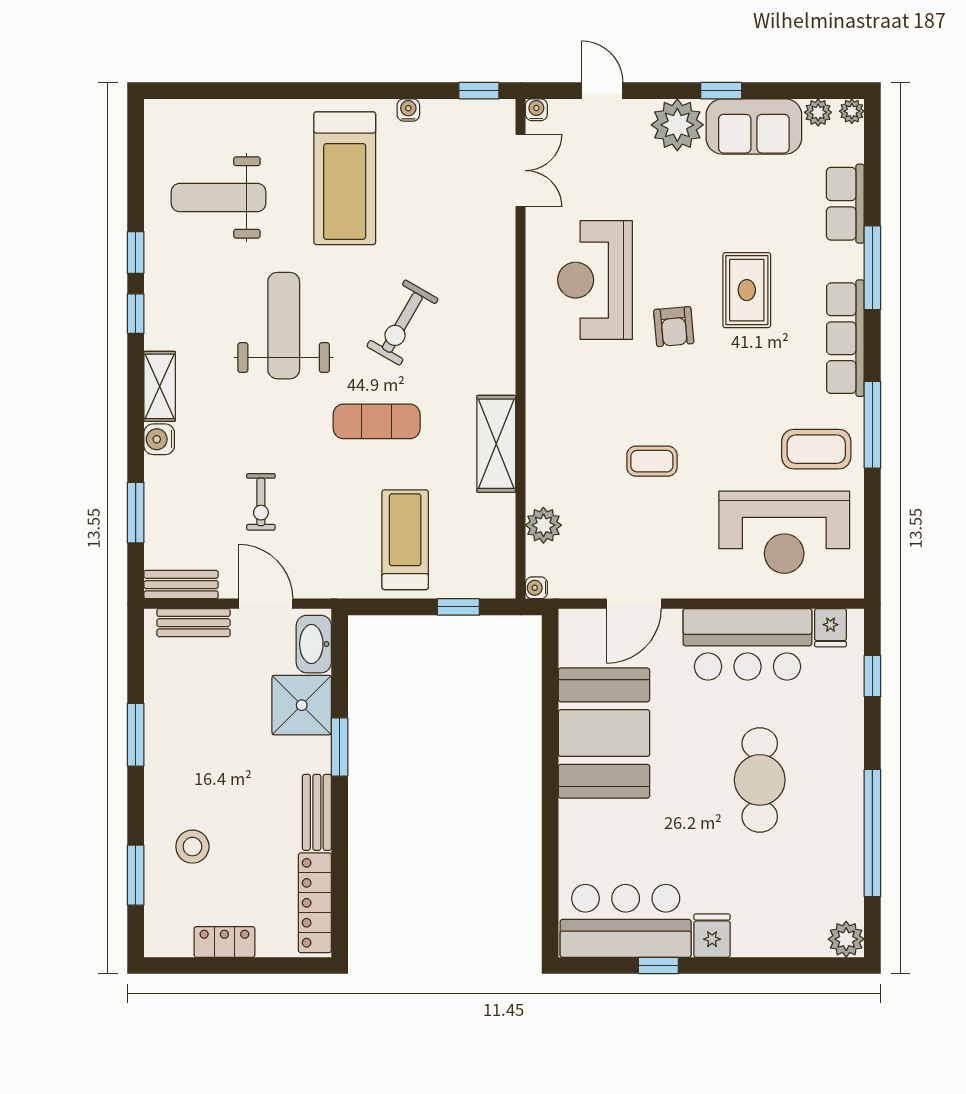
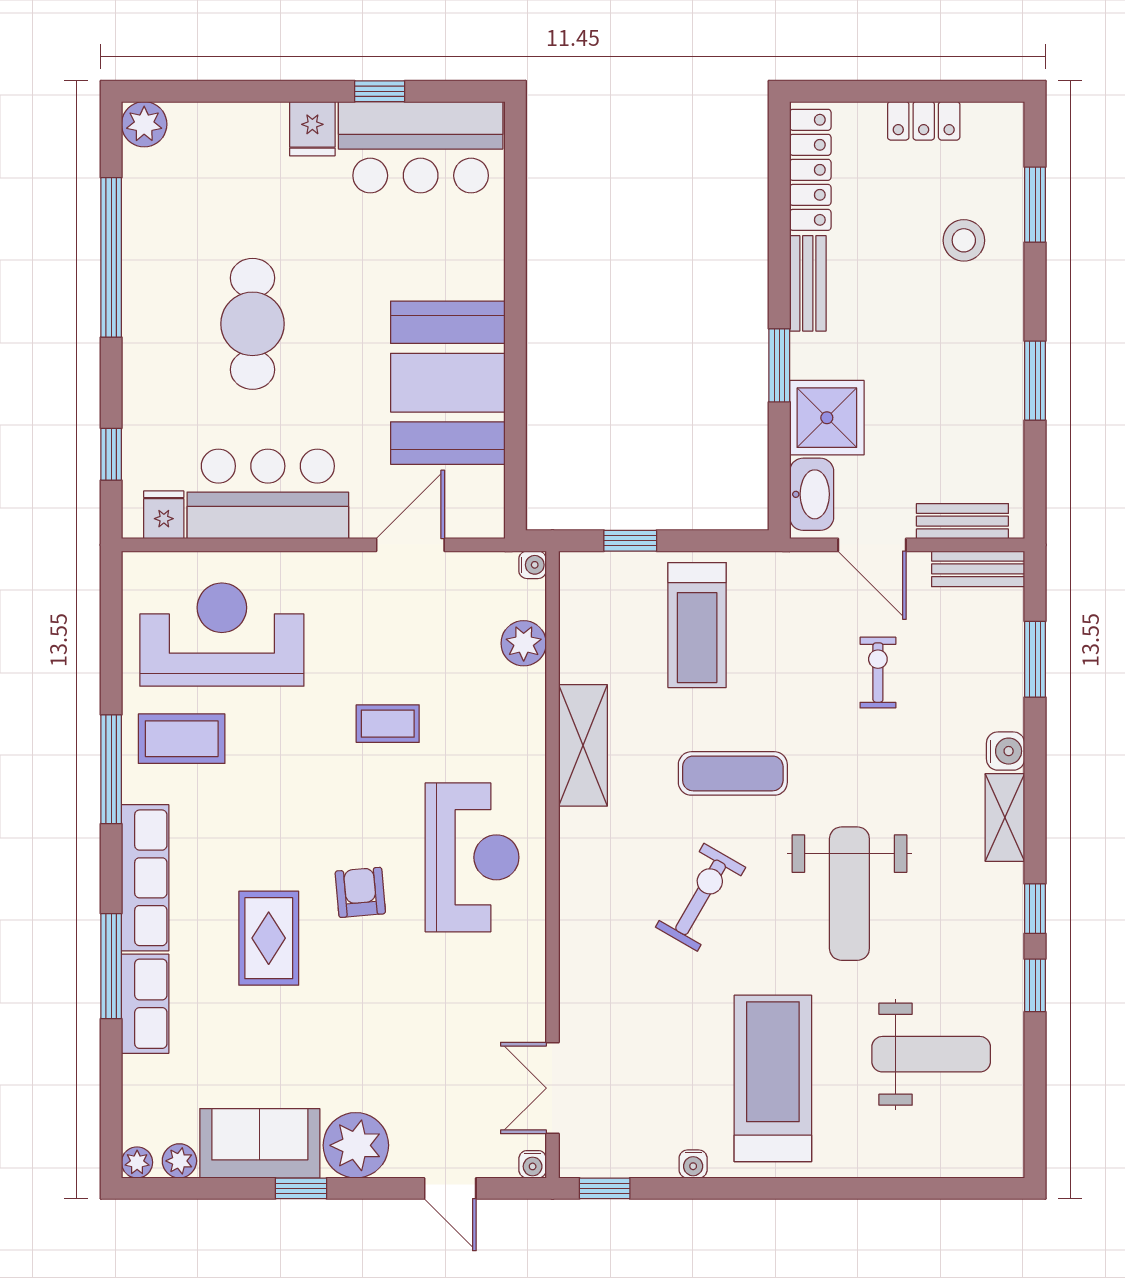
row of seats: (845, 204) -> (145, 1004), moved
reception desk: (595, 280) -> (472, 857), moved

